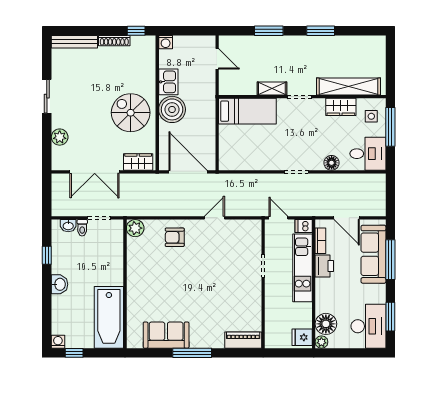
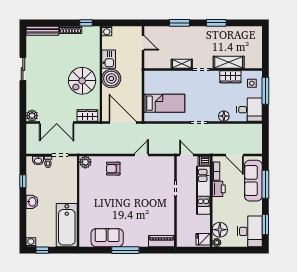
shelving: (349, 86) -> (229, 62), width x0.68
bed: (247, 111) -> (164, 103), moved
spiral stairs: (131, 113) -> (82, 81), turned -90
plant: (60, 137) -> (32, 116), moved

